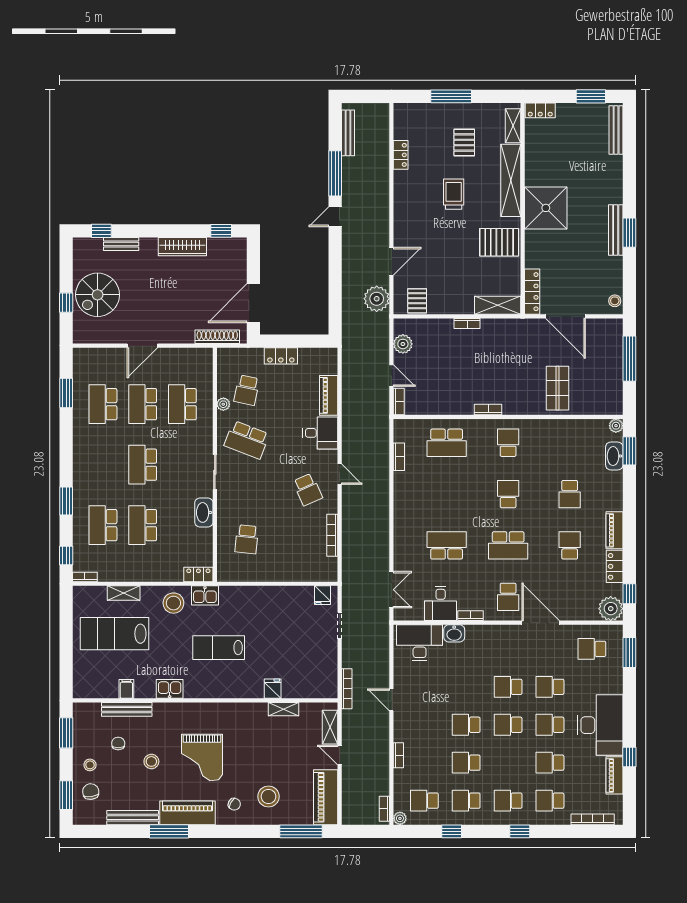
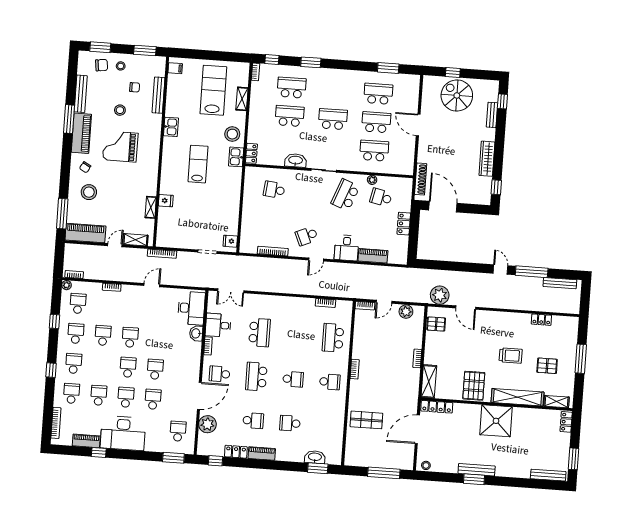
plant: (616, 426) -> (337, 460), removed
plant: (611, 609) -> (207, 424), moved
filing cabinet: (126, 689) -> (175, 68), moved

